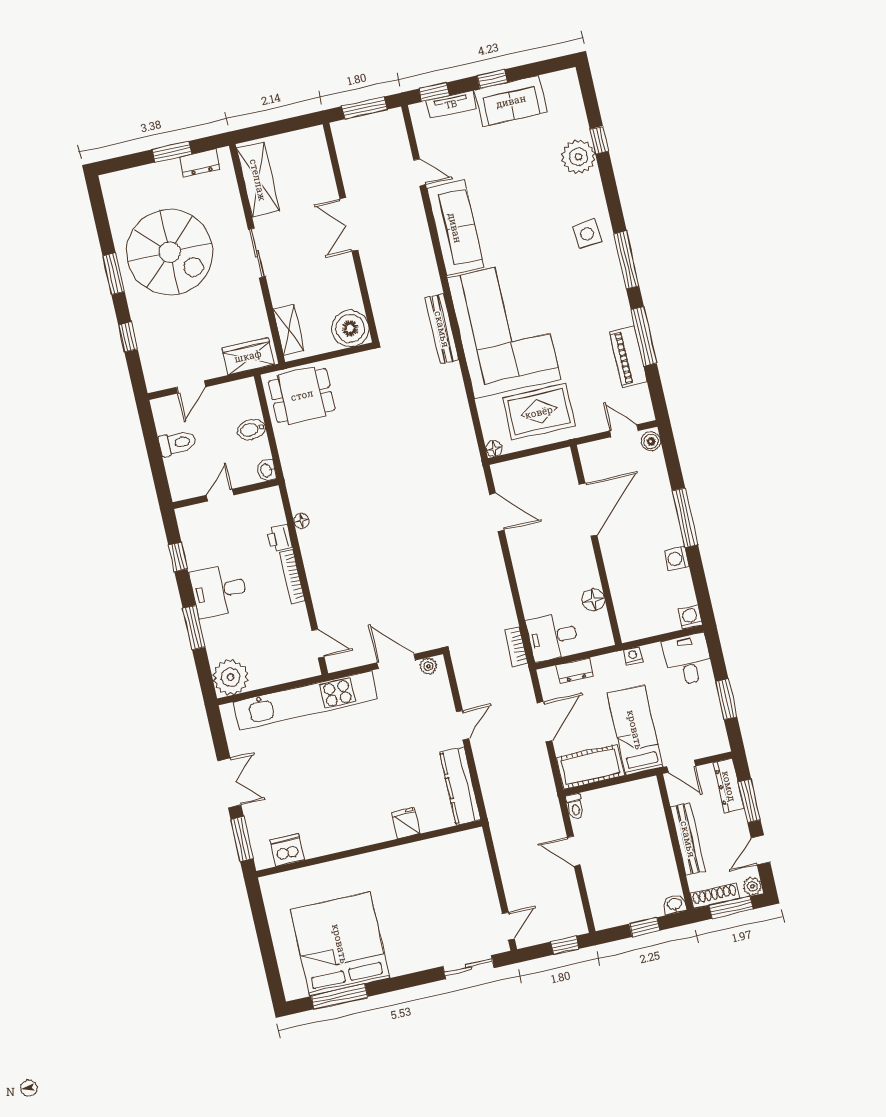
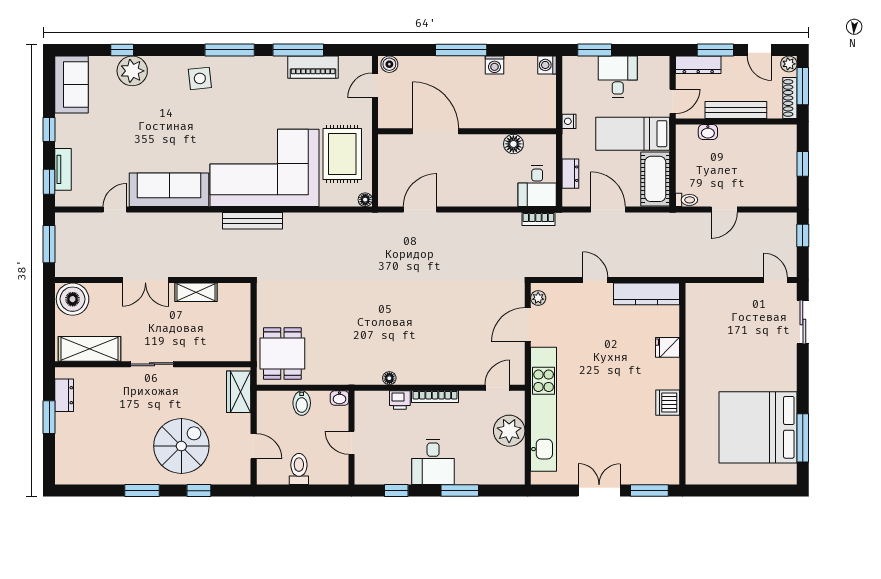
sofa: (511, 101) -> (71, 84), moved
spiral stairs: (170, 252) -> (181, 446), moved, width x0.73, depth x0.73
boiler: (350, 328) -> (73, 299), moved
shelving: (289, 330) -> (196, 292), moved
desk: (688, 660) -> (618, 77), moved, turned 90
plant: (230, 677) -> (509, 431), moved
window: (726, 699) -> (595, 50), moved
dishwasher: (287, 850) -> (668, 403), moved
washbasin: (675, 904) -> (708, 132), moved, turned -90

